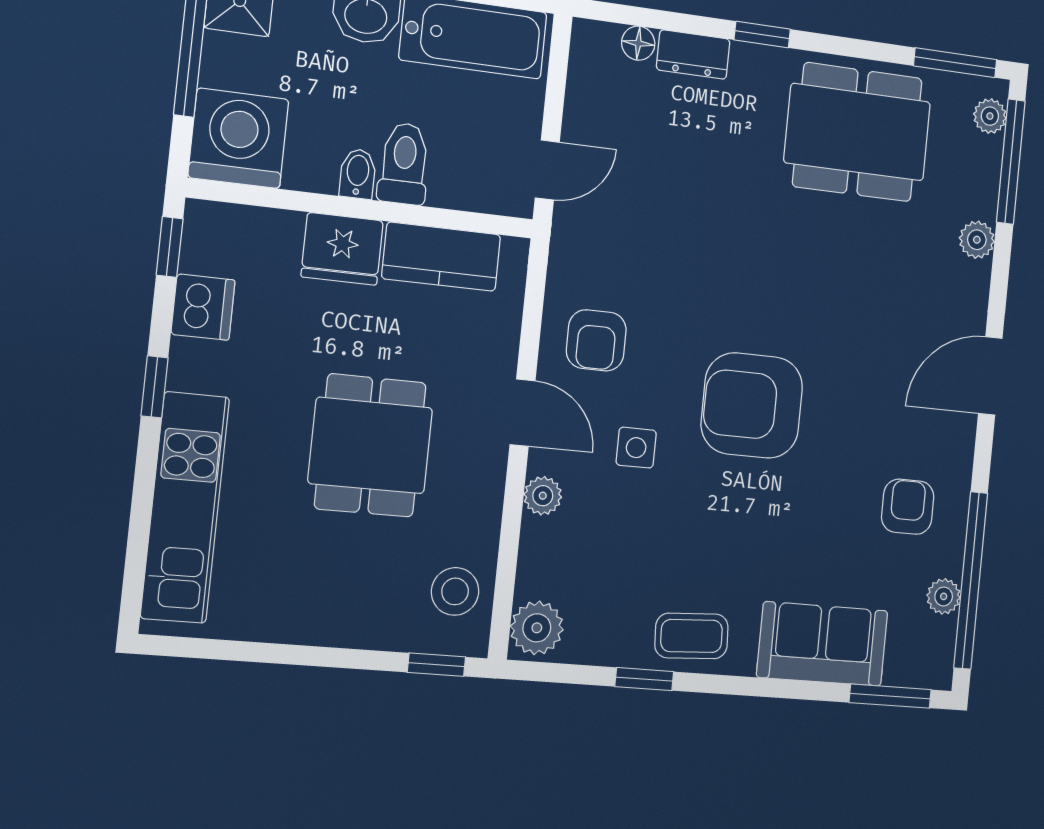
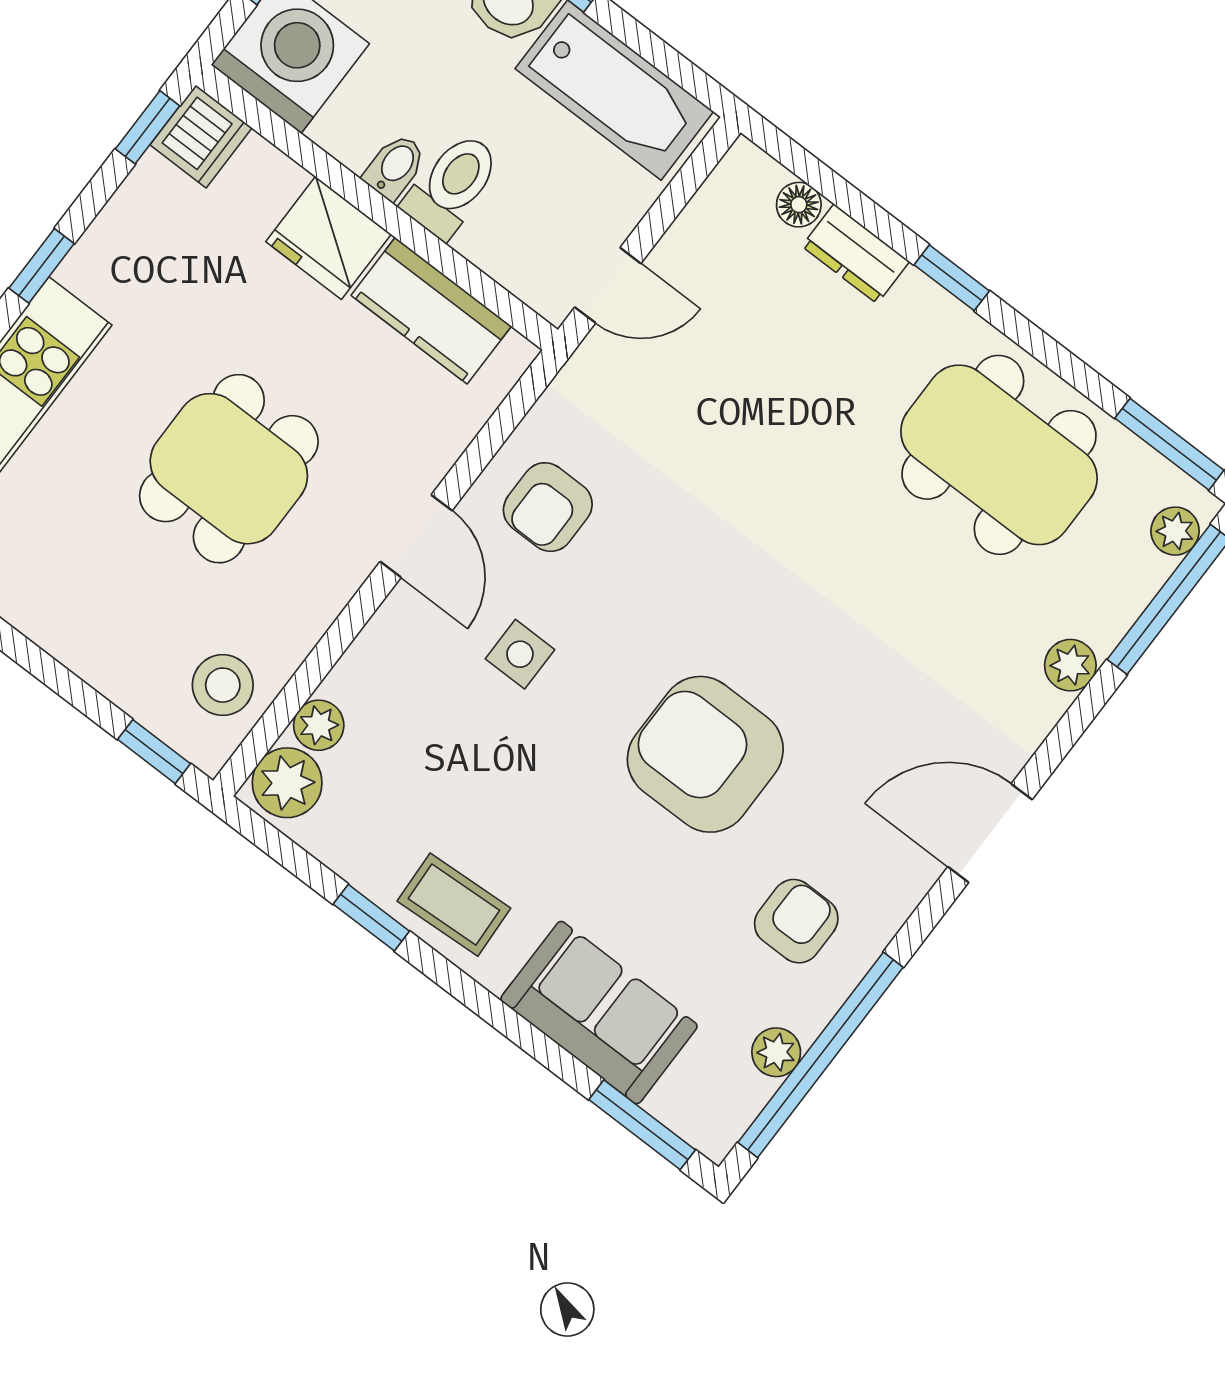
dishwasher: (203, 307) -> (201, 136), moved
armchair: (752, 405) -> (705, 754), moved
plant: (543, 496) -> (319, 725), moved

